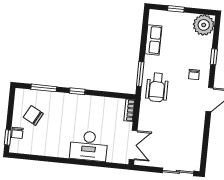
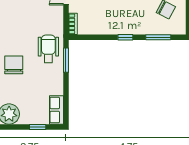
row of seats: (153, 40) -> (56, 110), moved
chair: (194, 75) -> (14, 65), width x1.87, depth x1.87

